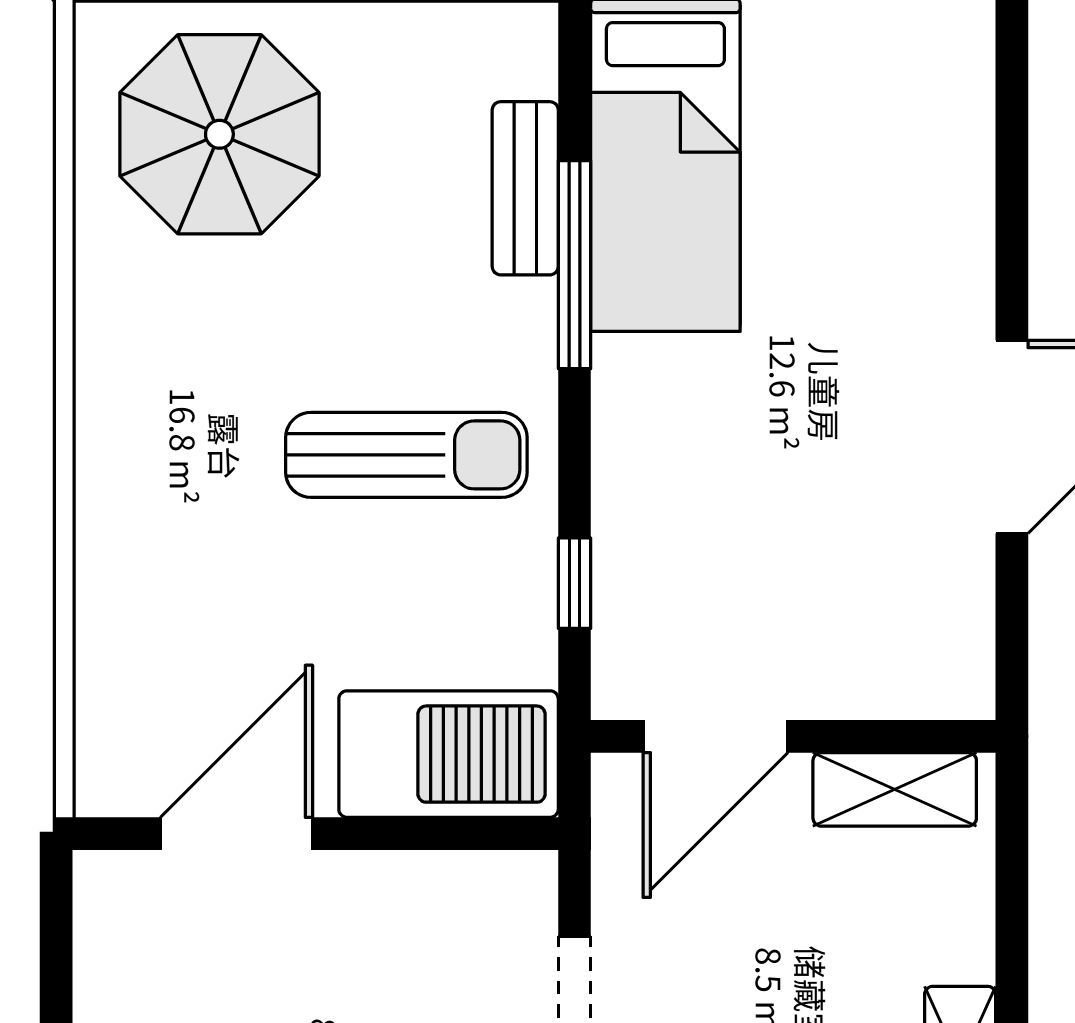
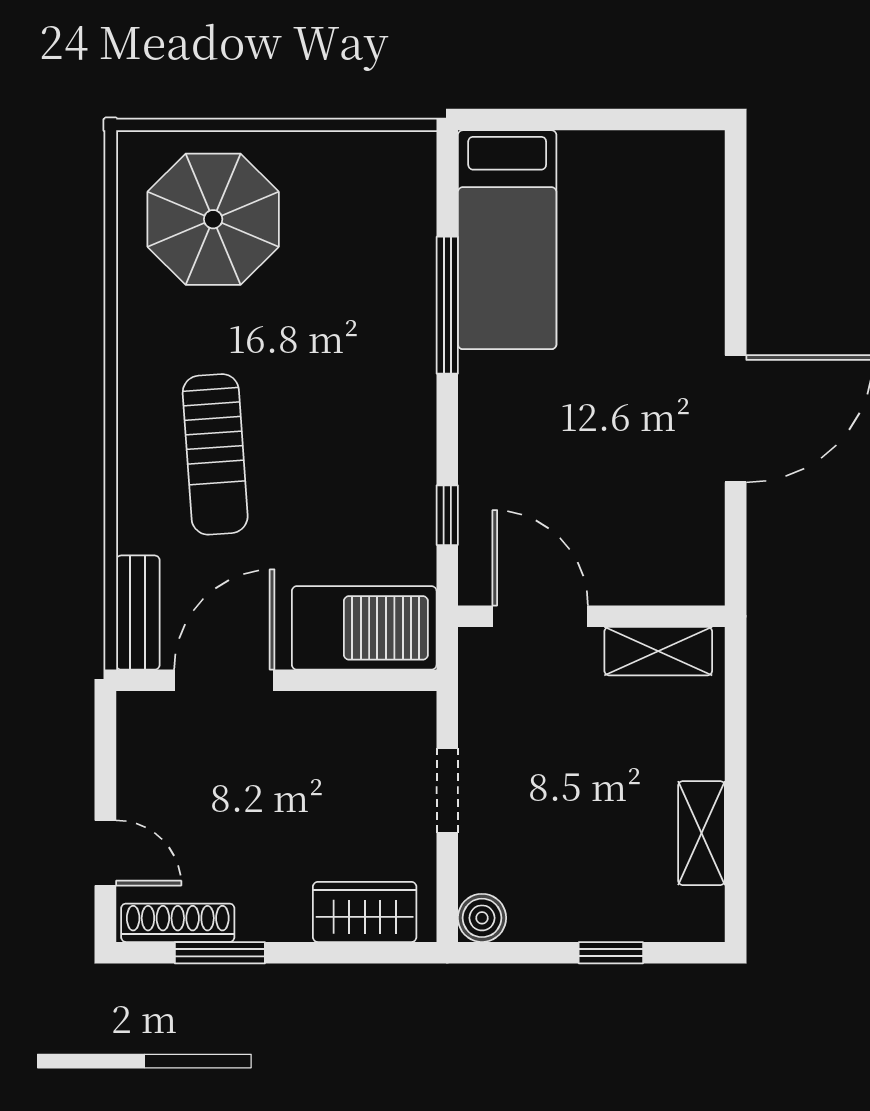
bench: (525, 188) -> (138, 613), moved
sun lounger: (406, 455) -> (215, 454), moved, turned 86
door: (716, 736) -> (540, 616), swing flipped

